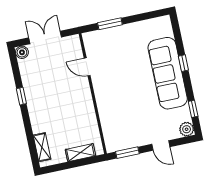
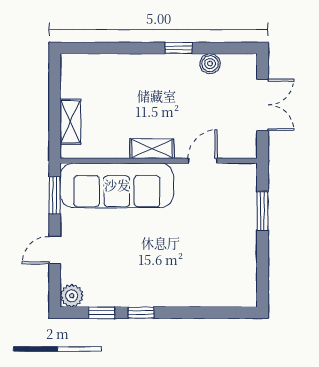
boiler: (22, 52) -> (210, 64), moved
window: (183, 63) -> (141, 313), moved
sofa: (168, 73) -> (117, 185), moved, turned 180
shelving: (42, 147) -> (152, 149), moved

